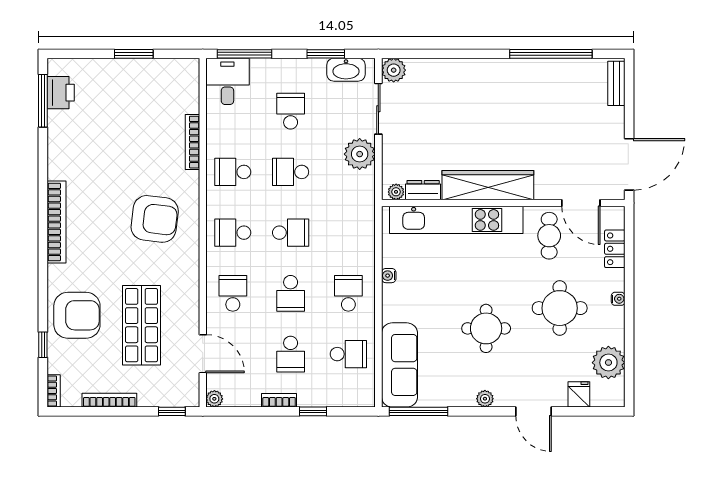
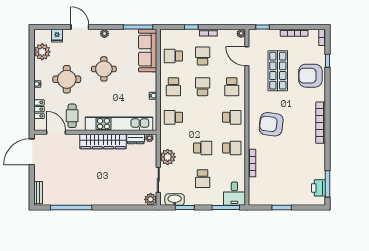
school desk: (291, 233) -> (173, 117), moved

